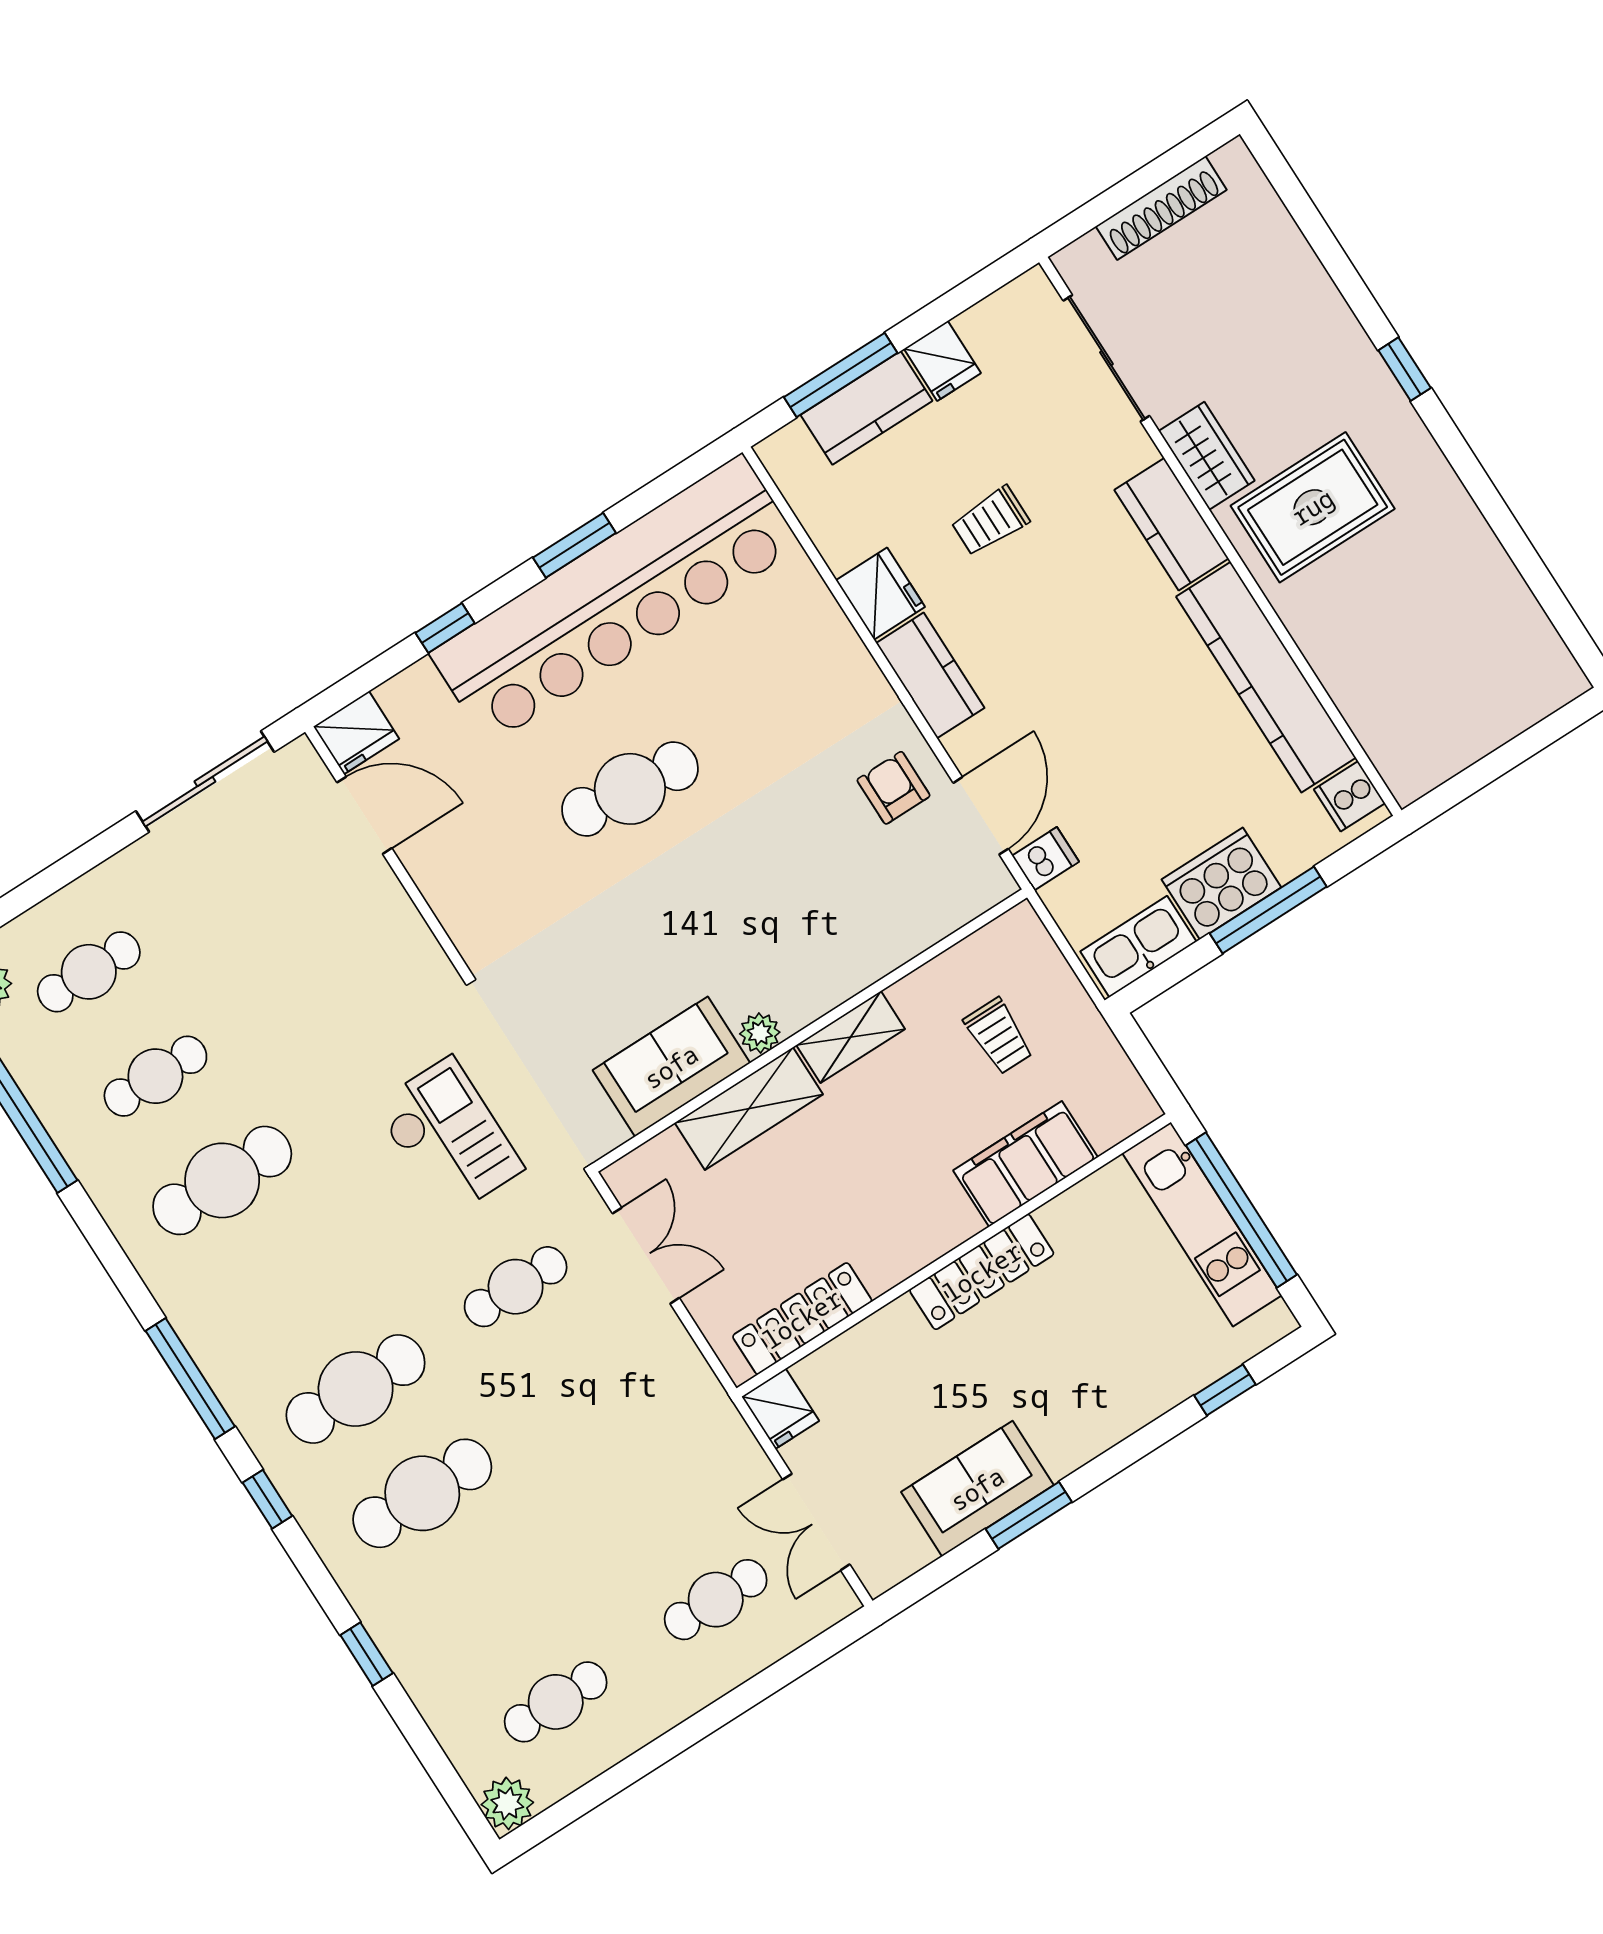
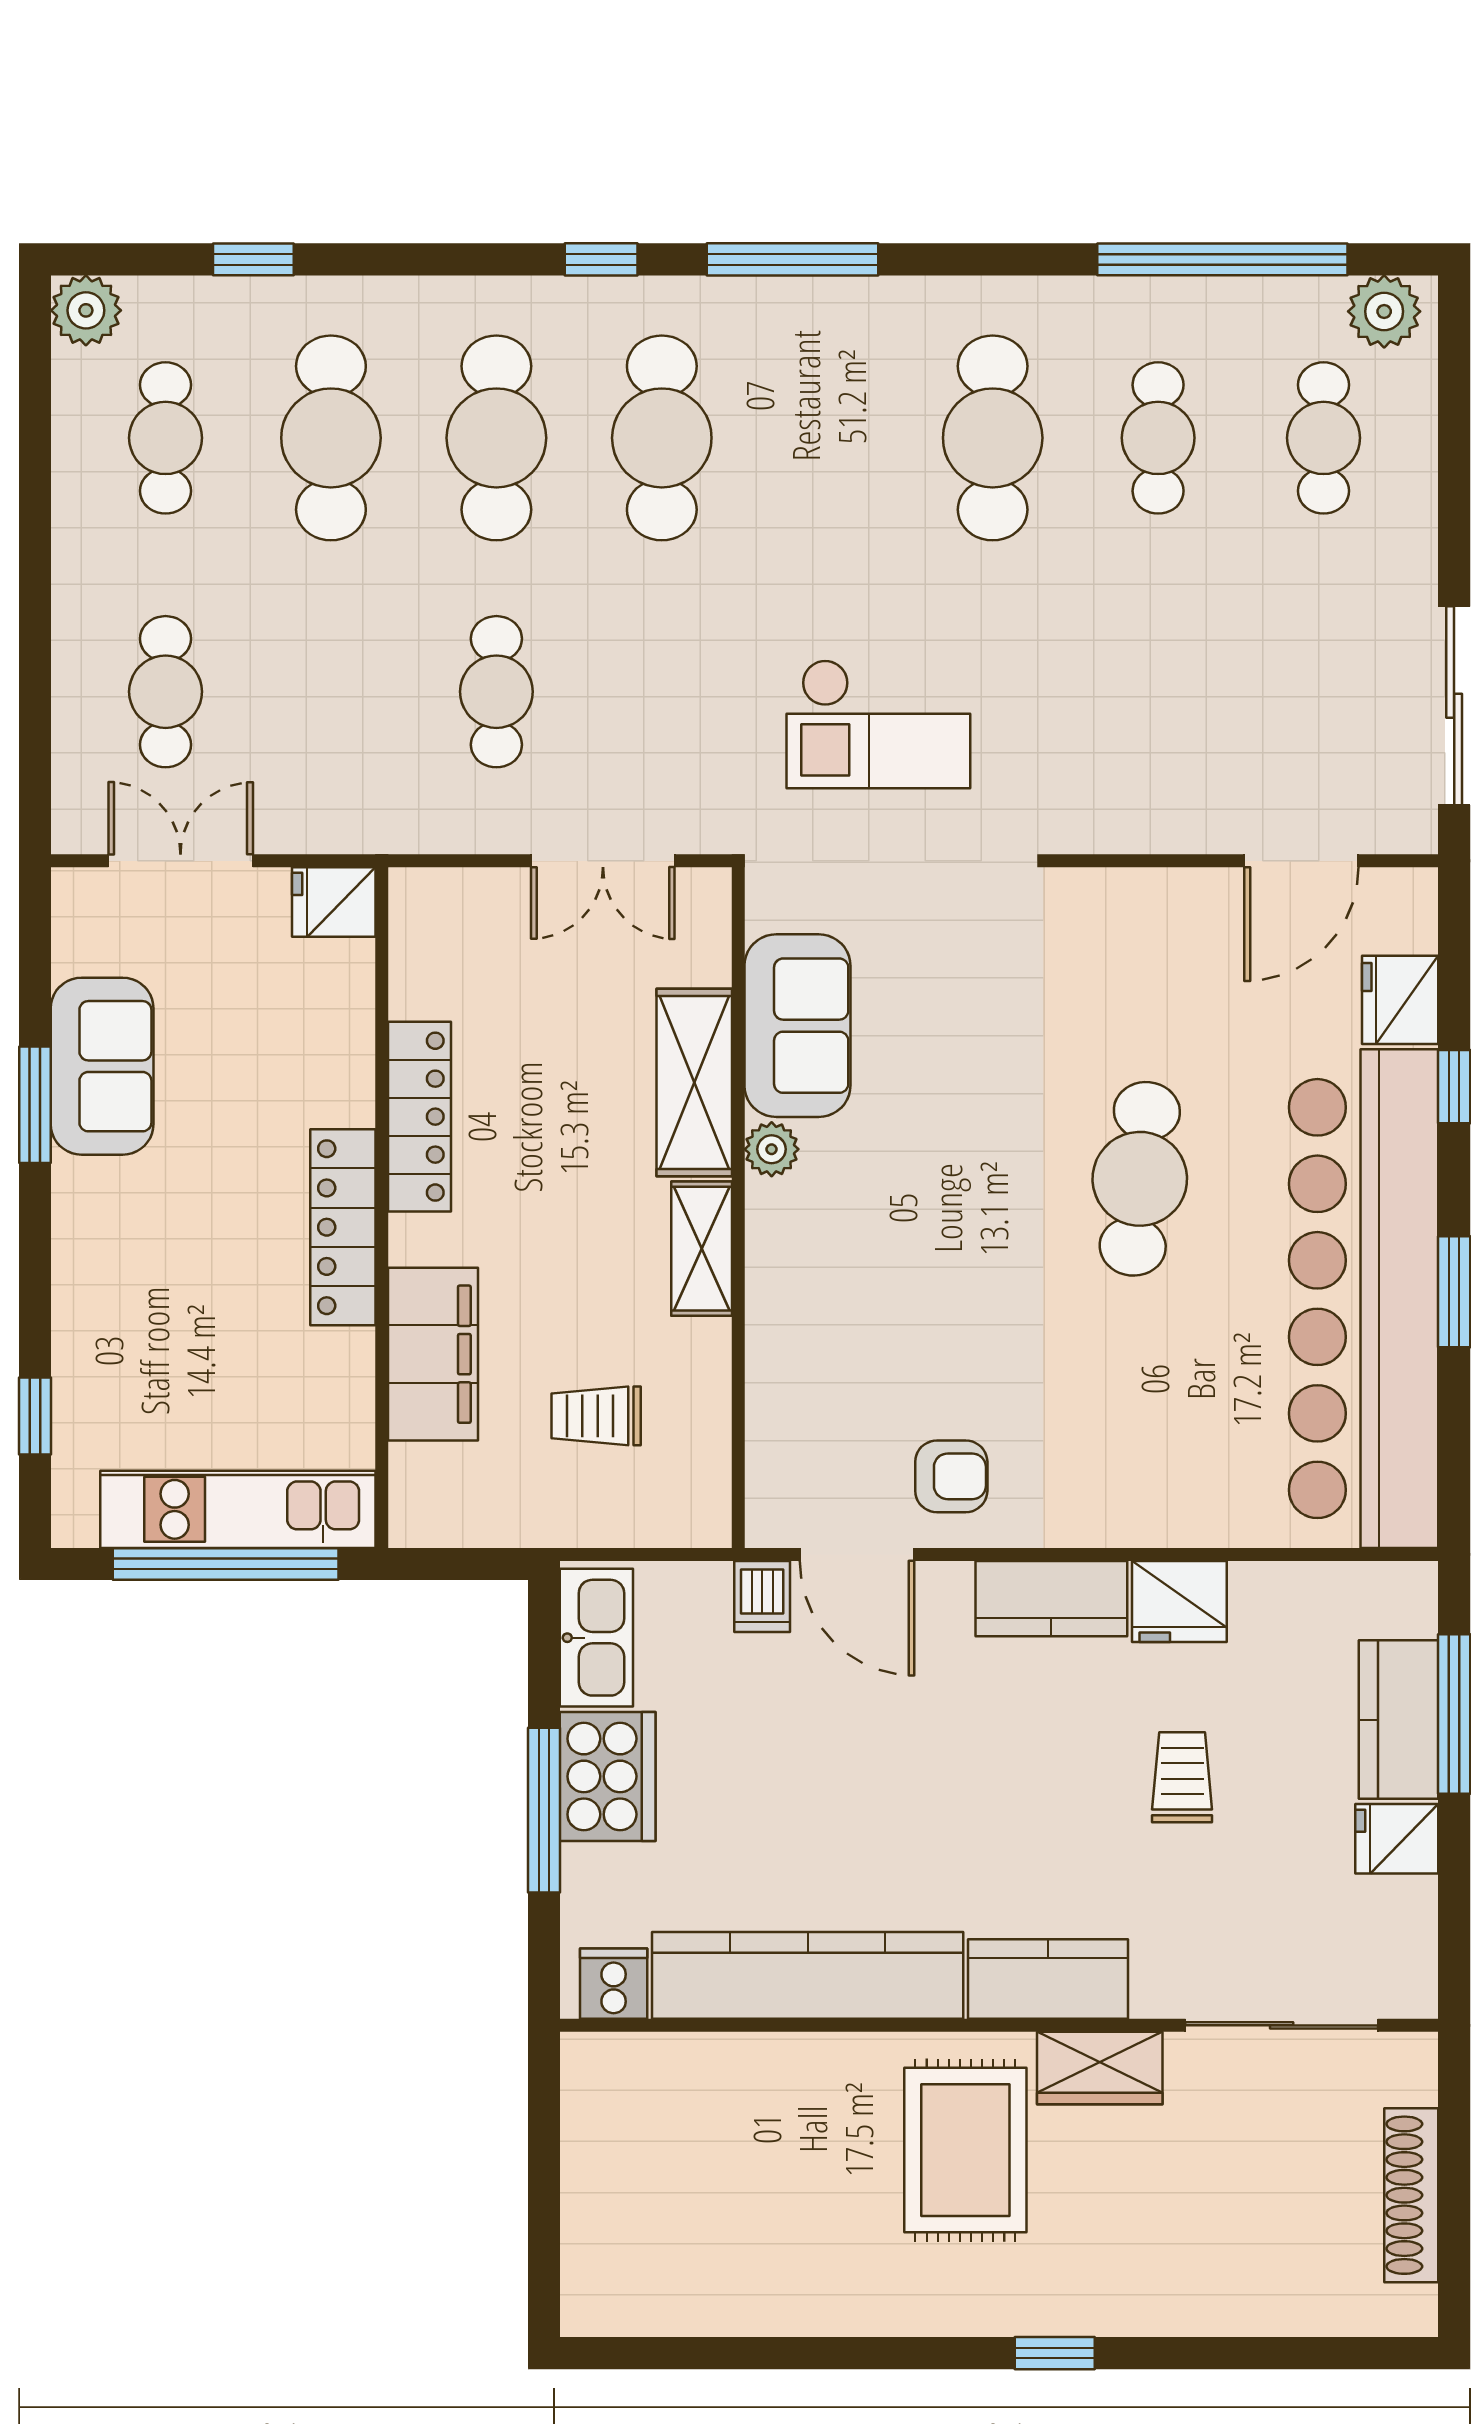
fridge: (356, 733) -> (1400, 1000), moved
cafe table: (516, 1287) -> (496, 692), moved
locker: (802, 1319) -> (420, 1117), moved
cafe table: (489, 1598) -> (331, 438), added
window: (367, 1654) -> (253, 259), moved

